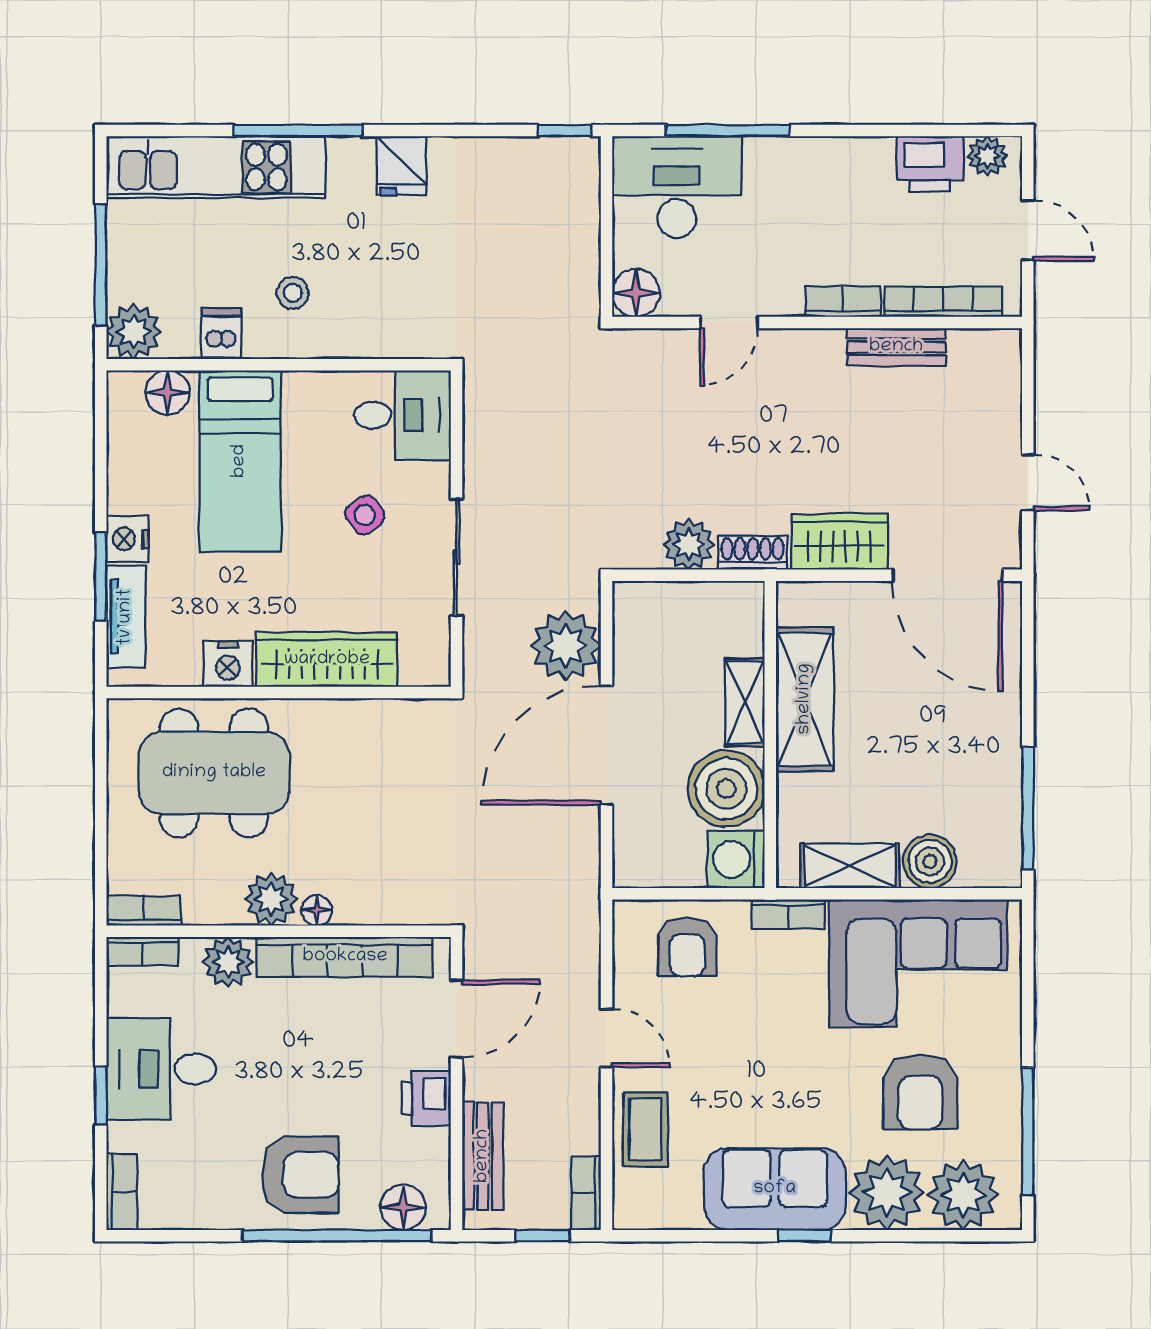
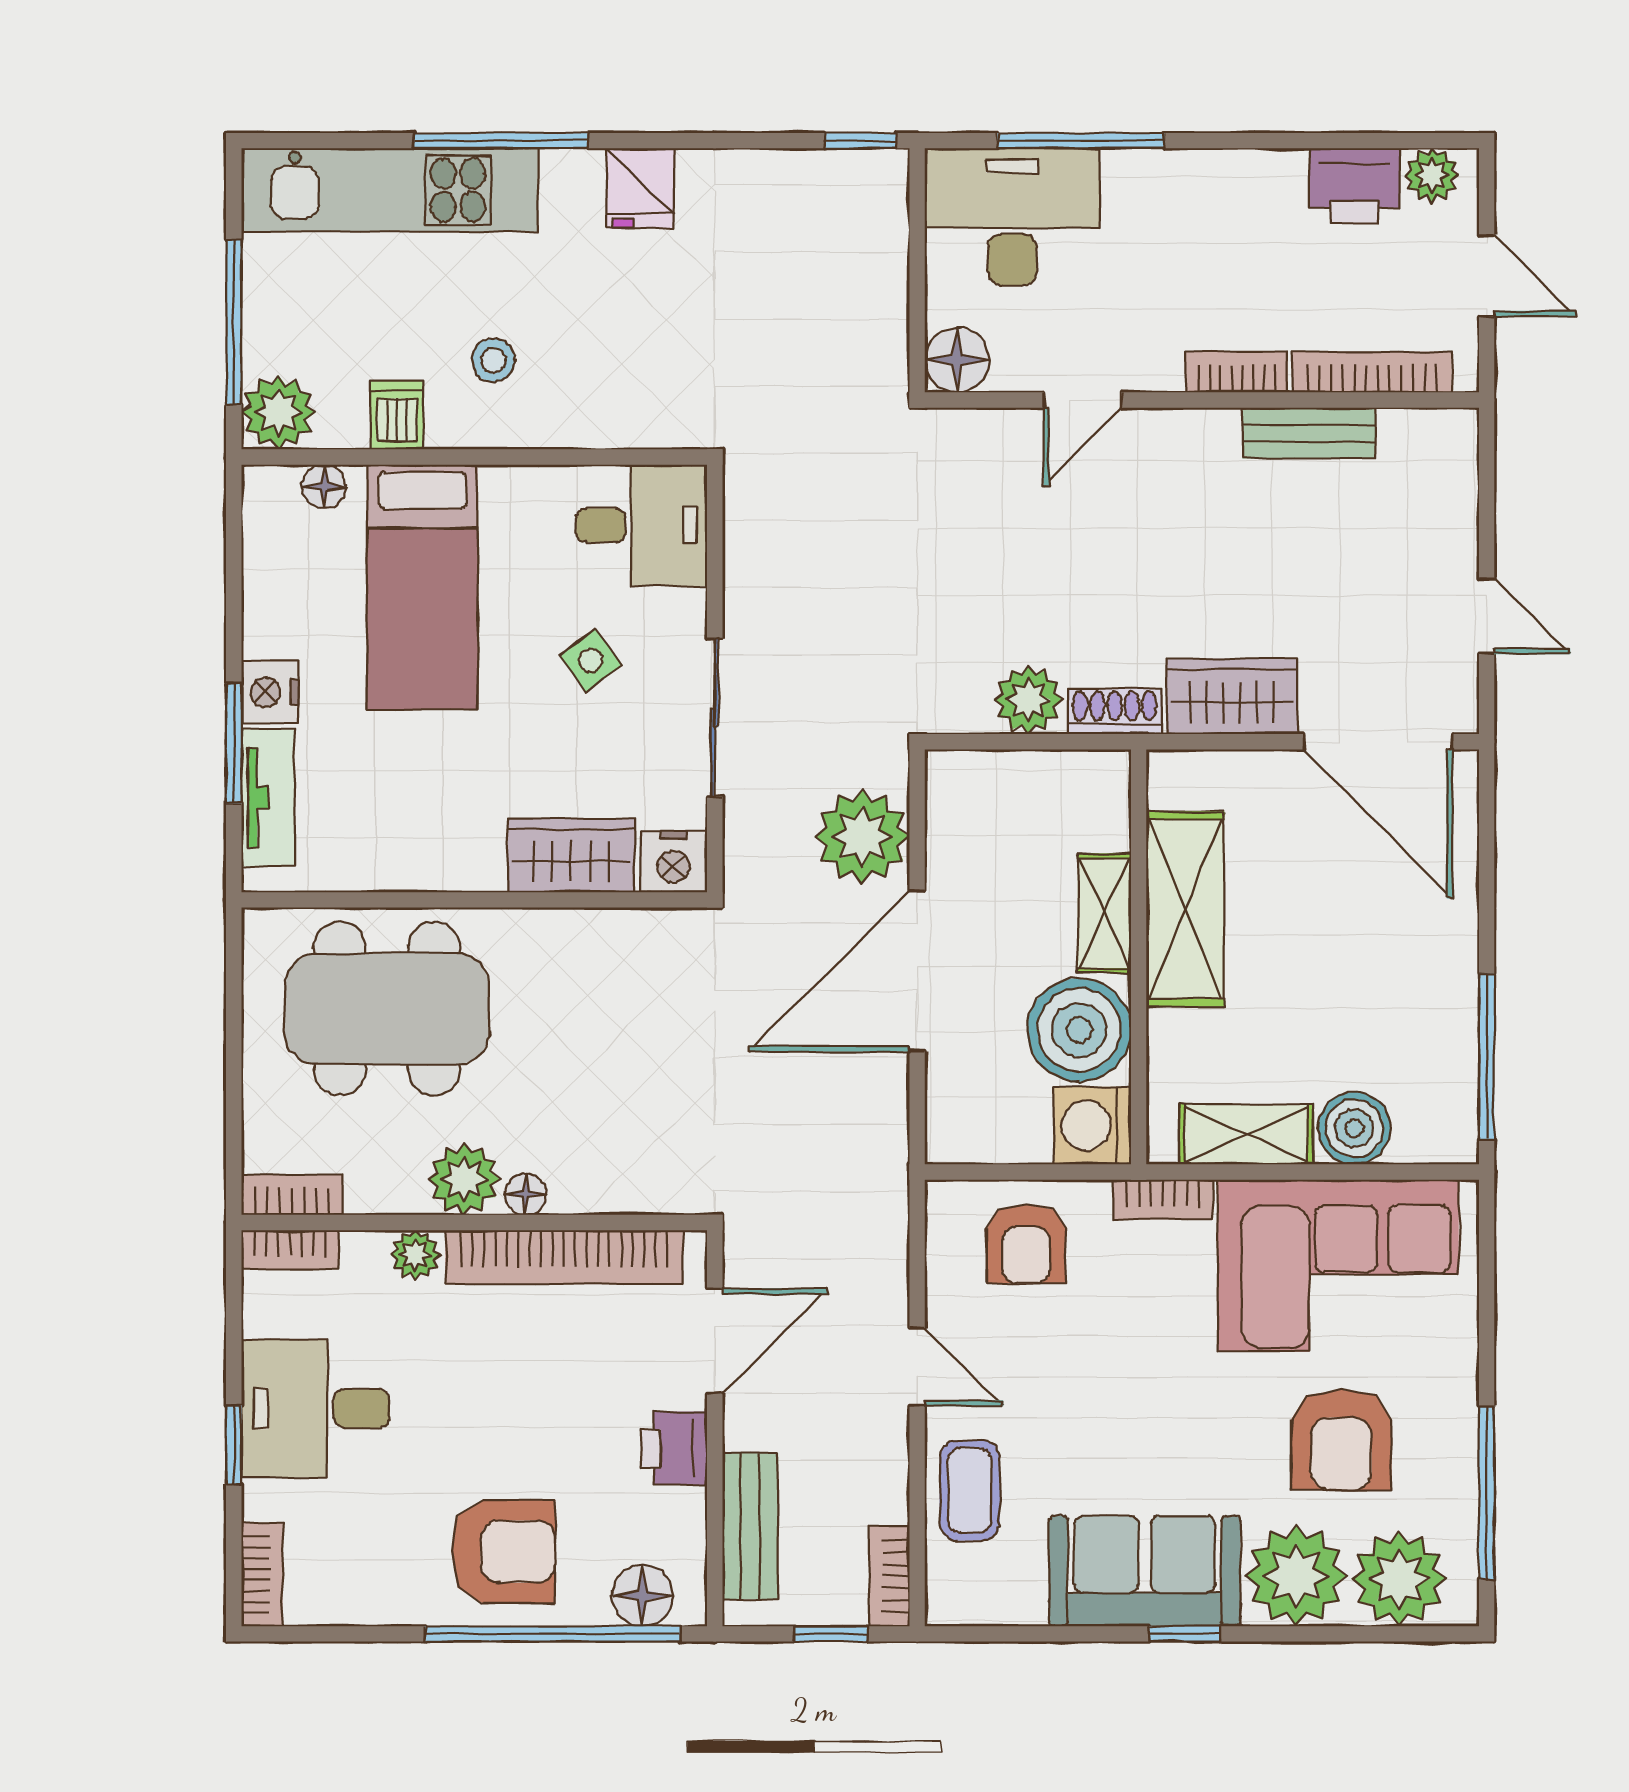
floor lamp: (167, 392) -> (324, 486), width x0.73, depth x0.73
wardrobe: (327, 660) -> (571, 855), width x0.67
nightstand: (228, 664) -> (673, 862), moved
plant: (228, 962) -> (415, 1255), width x0.73, depth x0.73

